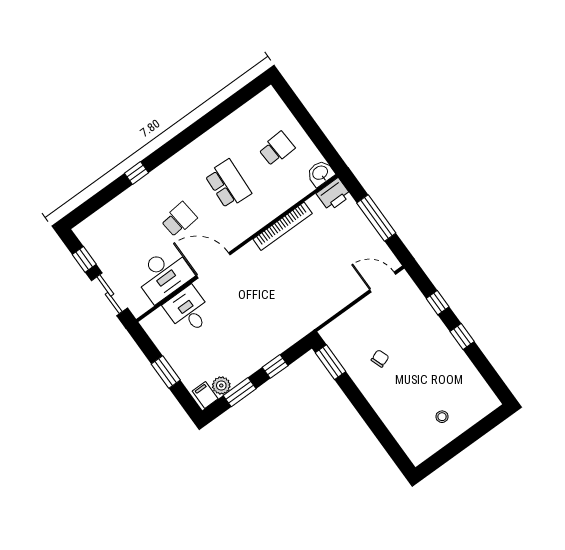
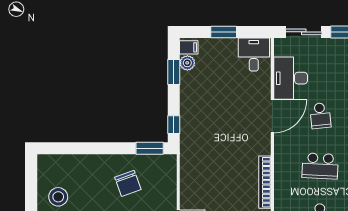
desk: (188, 310) -> (254, 54), moved, turned -90
chair: (380, 358) -> (128, 183), width x1.87, depth x1.87
window: (275, 366) -> (174, 125), moved
stool: (442, 417) -> (58, 197), width x1.89, depth x1.89

